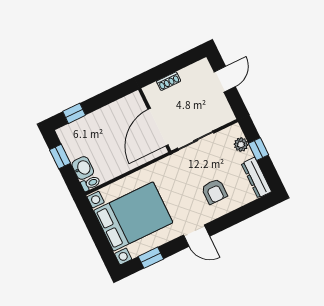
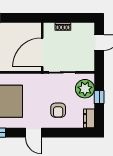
plant: (241, 145) -> (85, 89), width x1.88, depth x1.88
dresser: (256, 178) -> (89, 118), width x0.70

